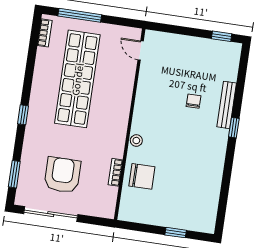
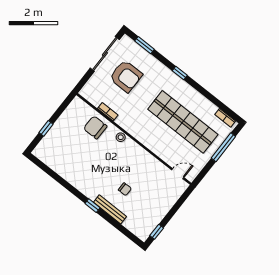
chair: (142, 176) -> (95, 127), turned 90

